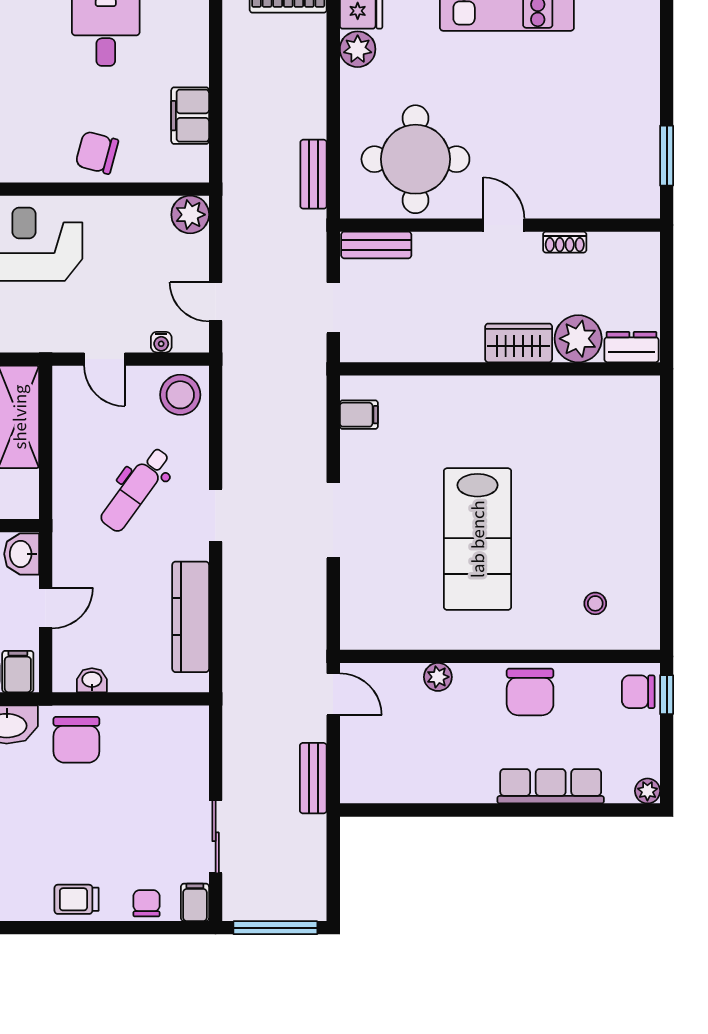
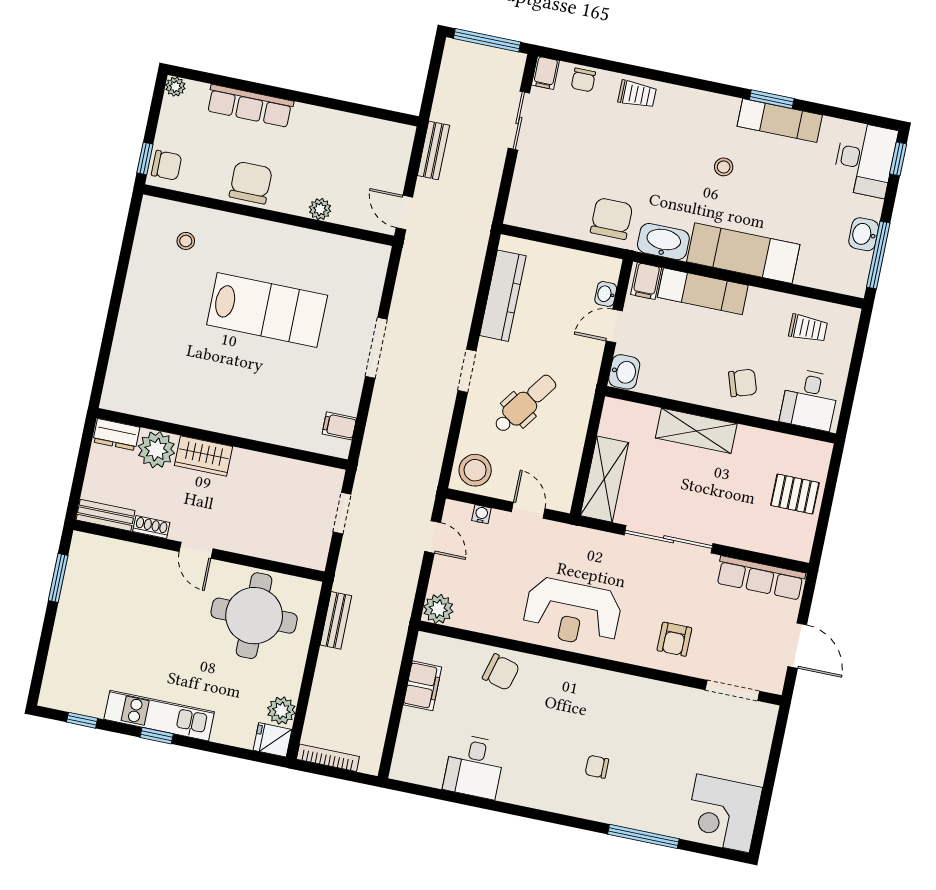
bench: (376, 245) -> (106, 515), moved
lab bench: (477, 539) -> (267, 310), turned 90
washbasin: (92, 680) -> (606, 294), moved, turned 90

